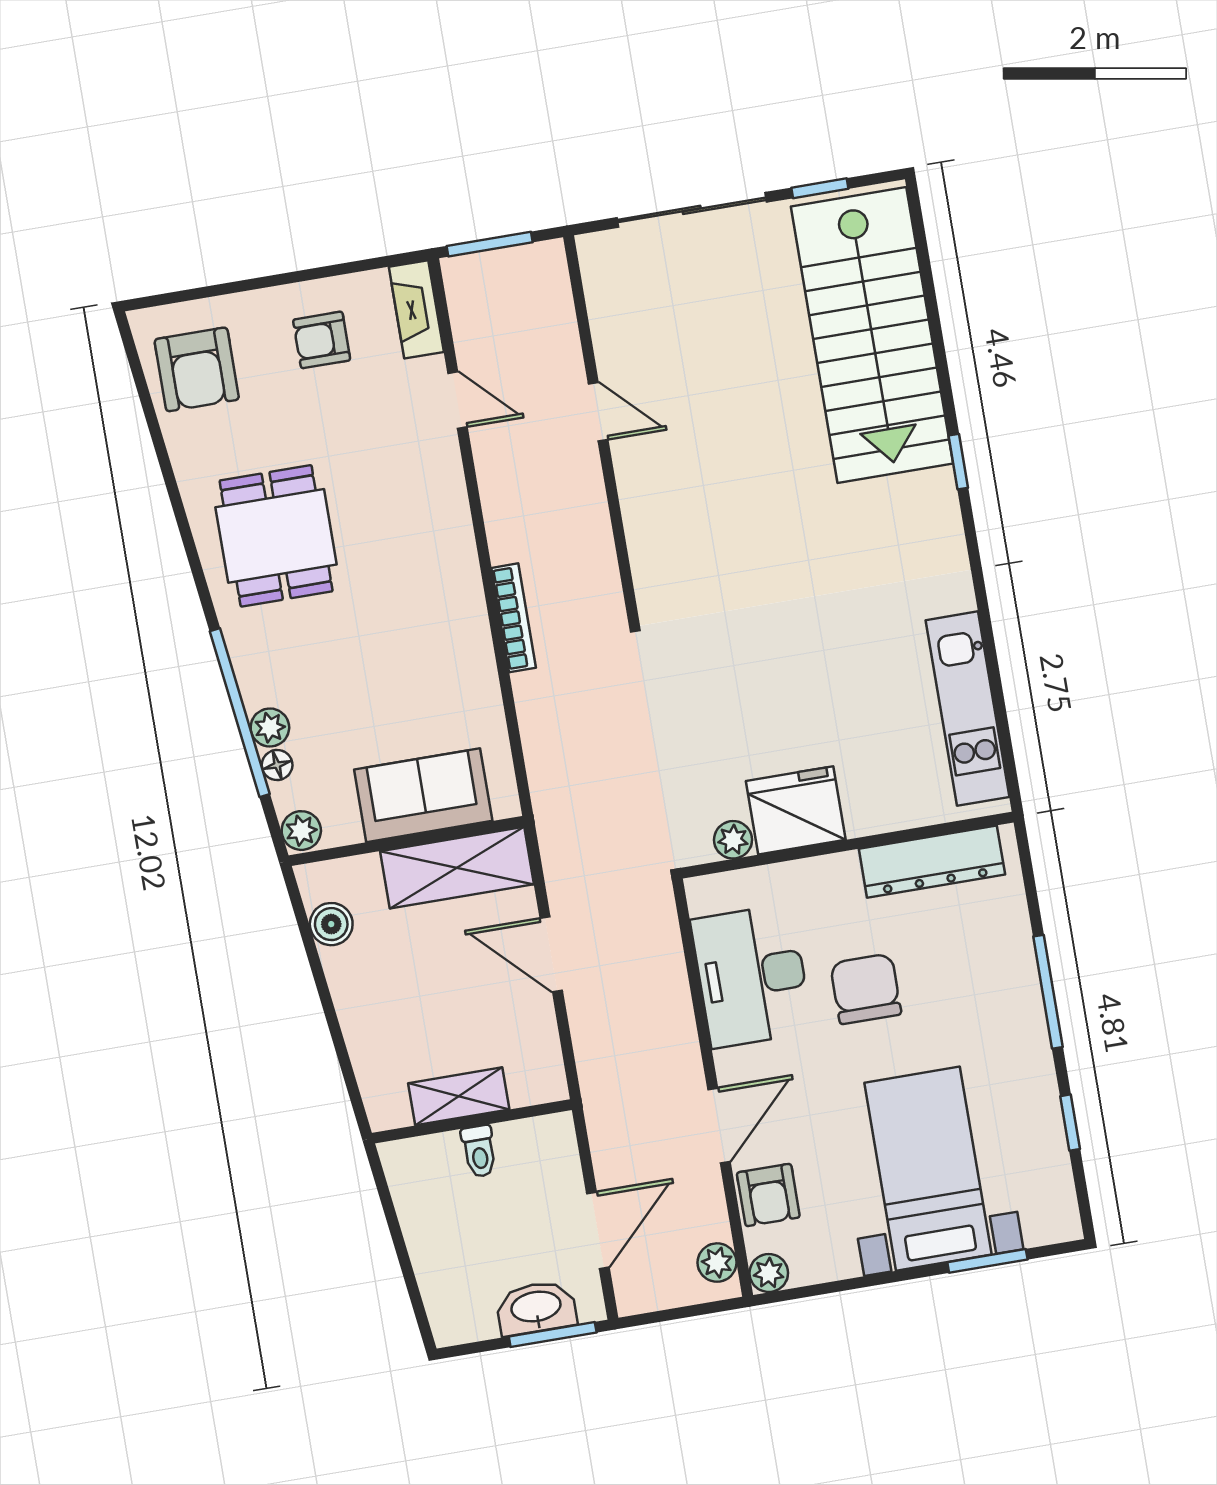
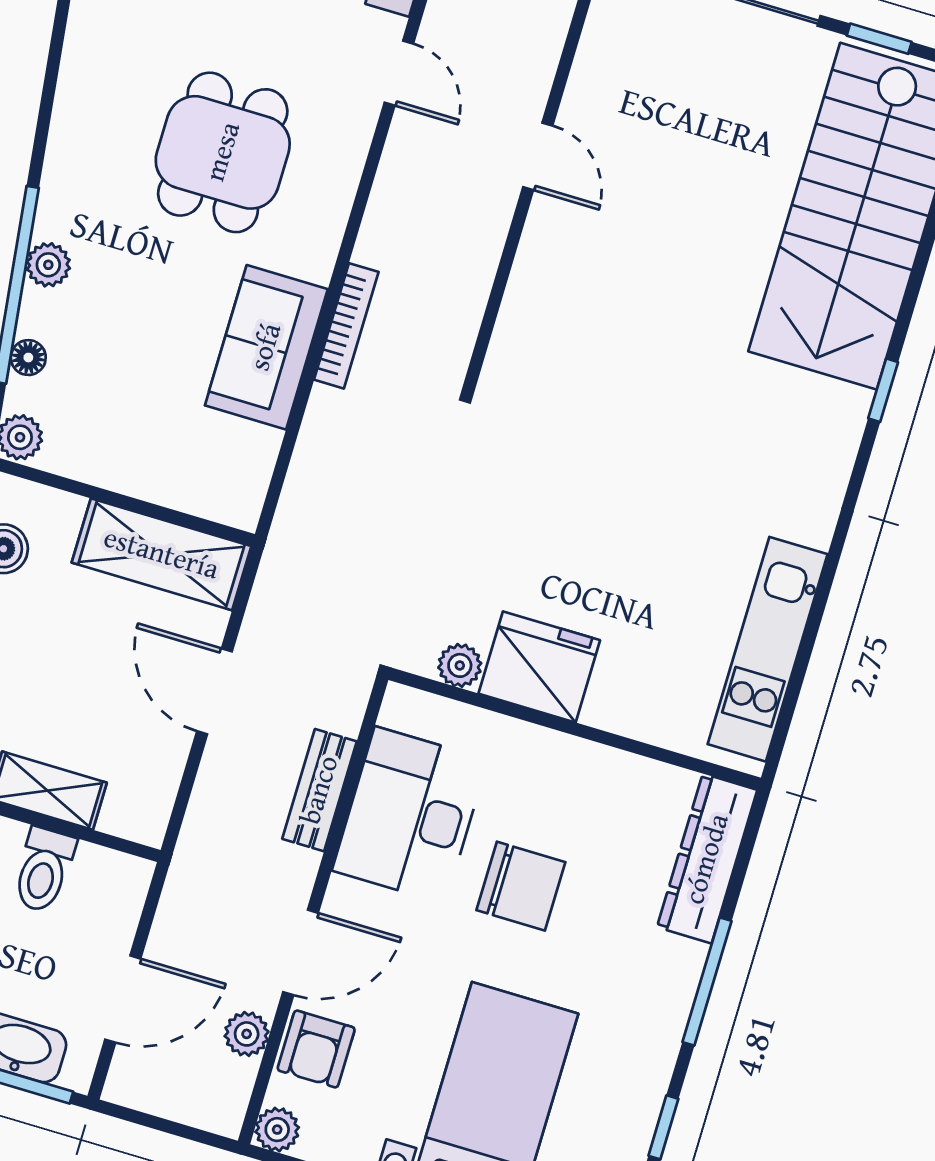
dining table: (276, 536) -> (223, 152), moved
plant: (270, 728) -> (48, 265), moved
sofa: (423, 795) -> (266, 347), moved, turned -90
dresser: (932, 862) -> (707, 859), moved, turned 90
chair: (866, 989) -> (521, 886), turned 90
bench: (671, 991) -> (320, 790), added
toilet: (479, 1151) -> (44, 870), width x1.37, depth x1.39
plant: (717, 1263) -> (247, 1034), moved

